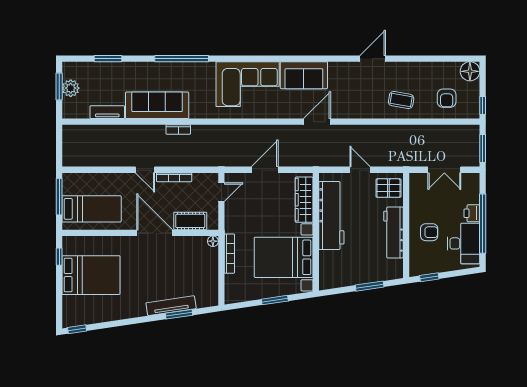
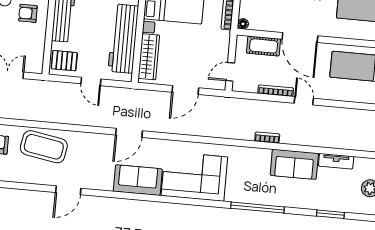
coffee table: (401, 100) -> (44, 147), width x1.86, depth x1.72
sofa: (157, 105) -> (294, 164), width x0.73

